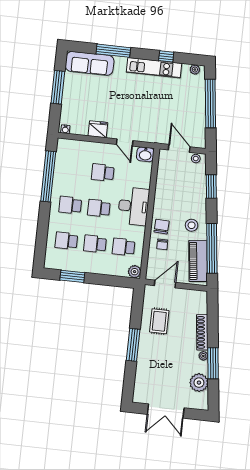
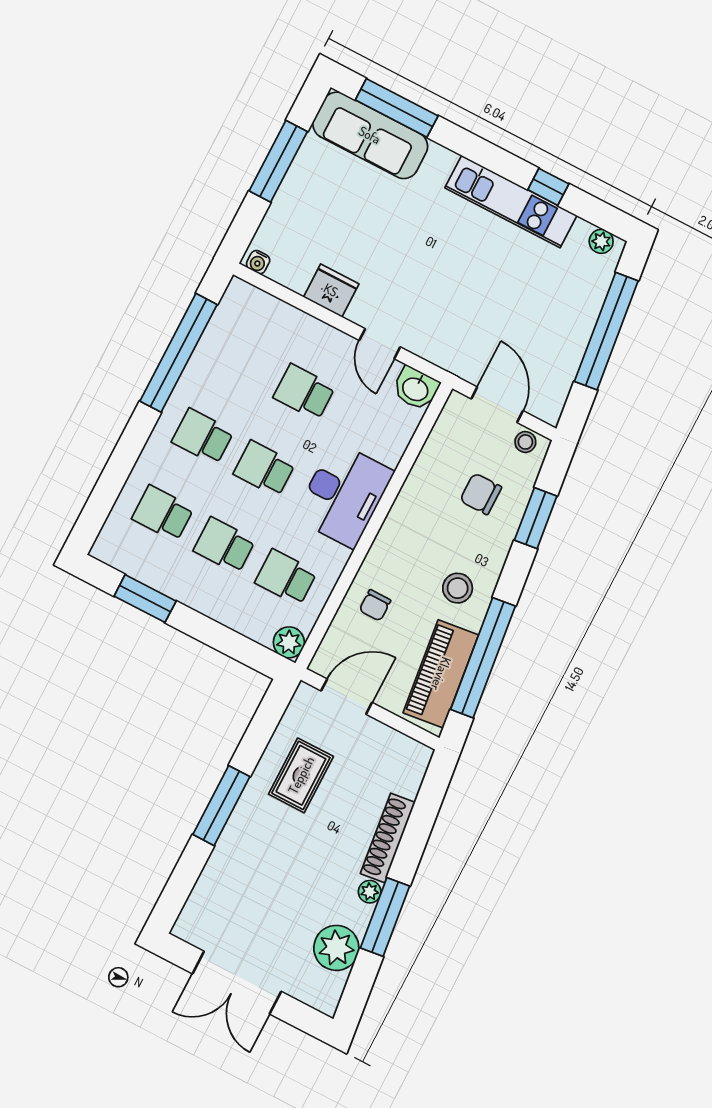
window: (113, 51) -> (397, 108), moved
chair: (162, 227) -> (481, 494), moved, turned -93

